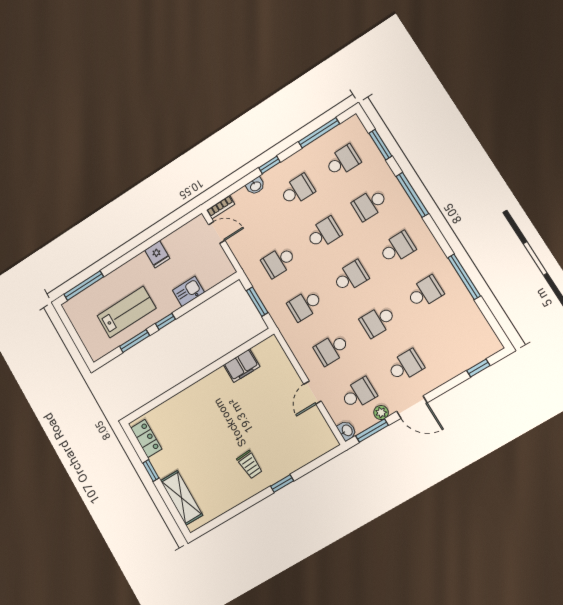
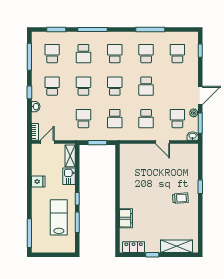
school desk: (279, 262) -> (83, 119), turned 180
shelving: (217, 275) -> (70, 156), added
filing cabinet: (242, 366) -> (126, 218), moved
school desk: (405, 366) -> (177, 54), moved

